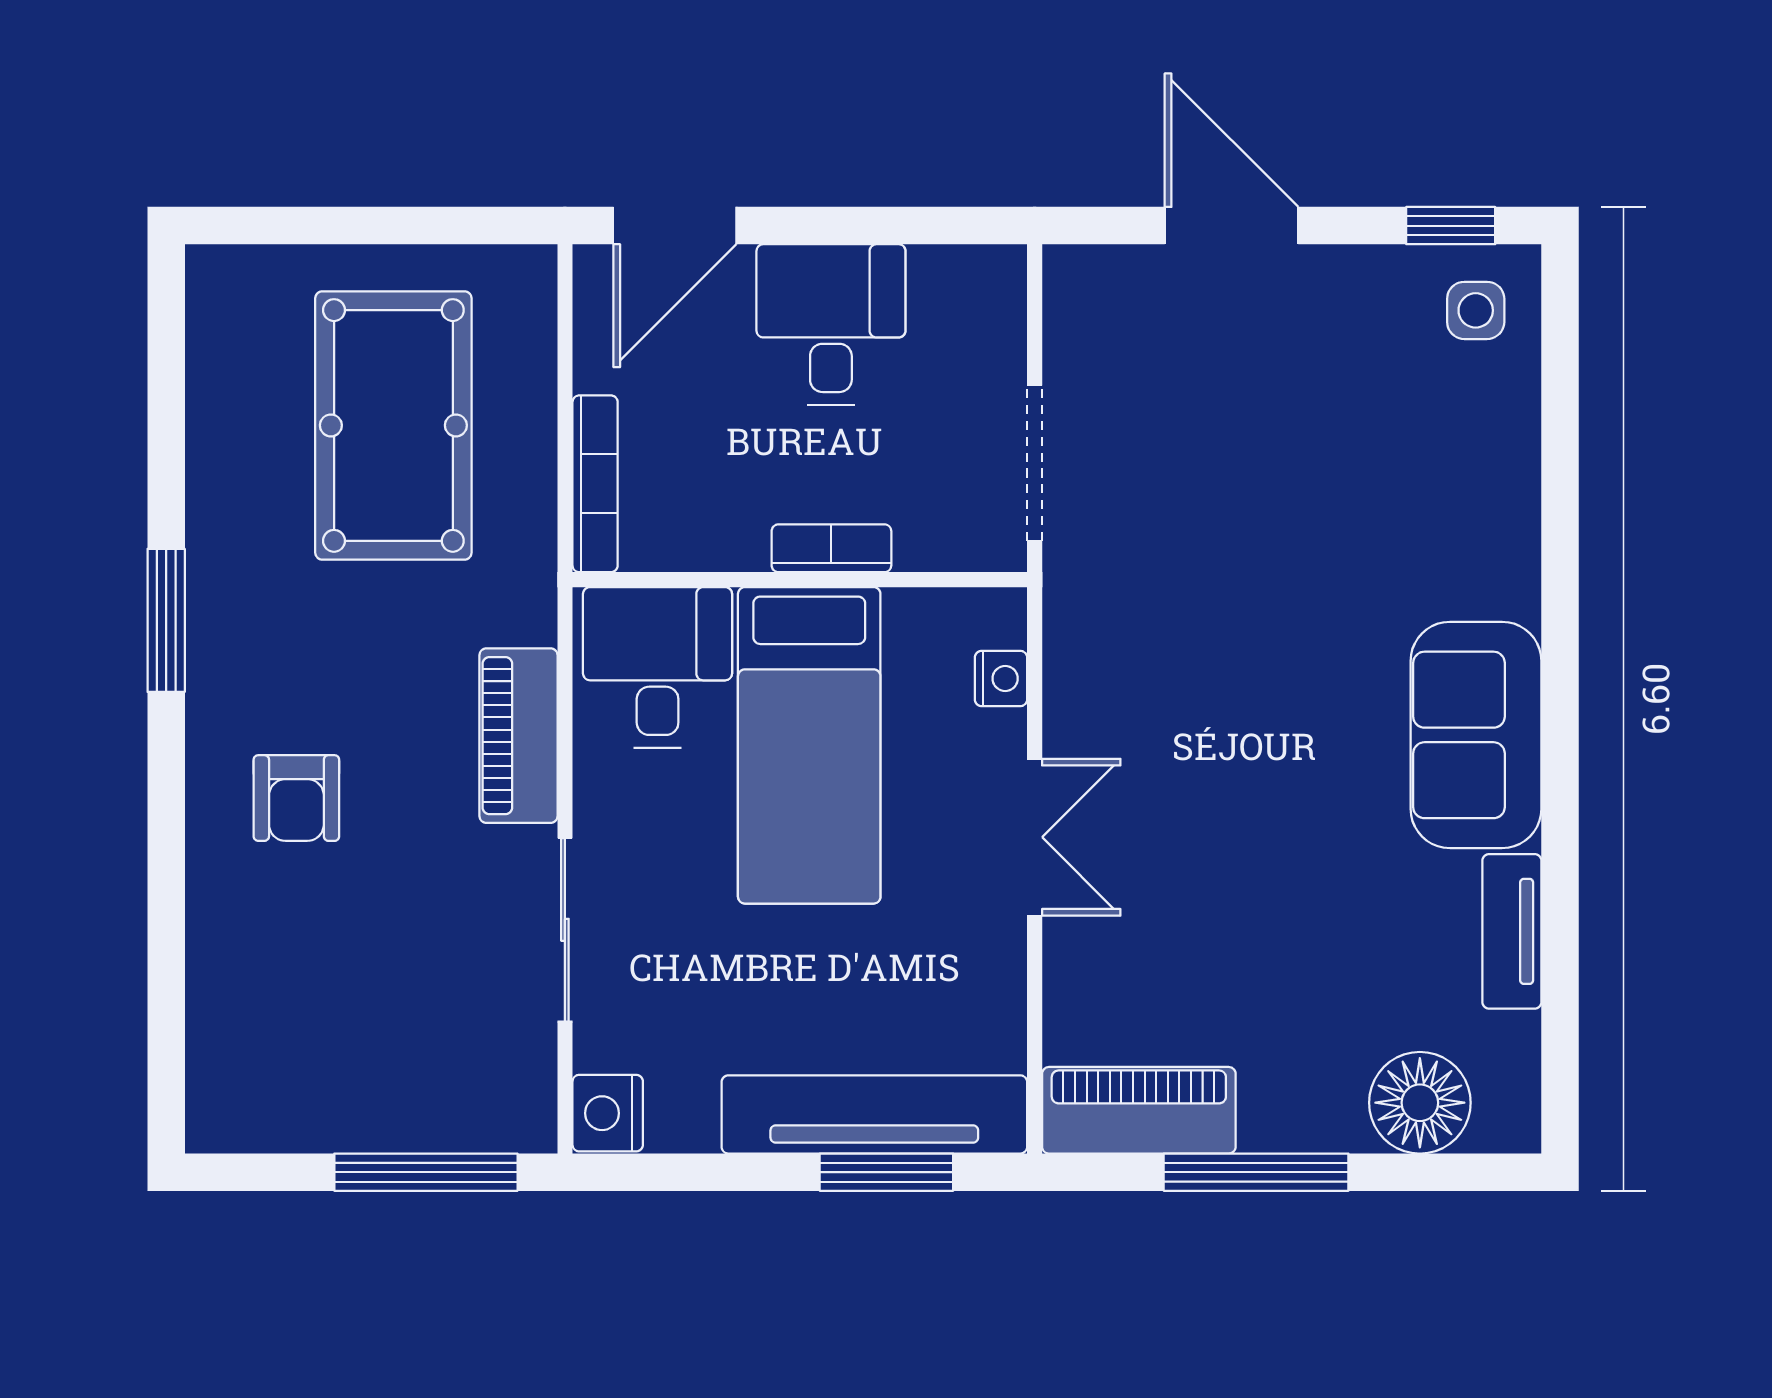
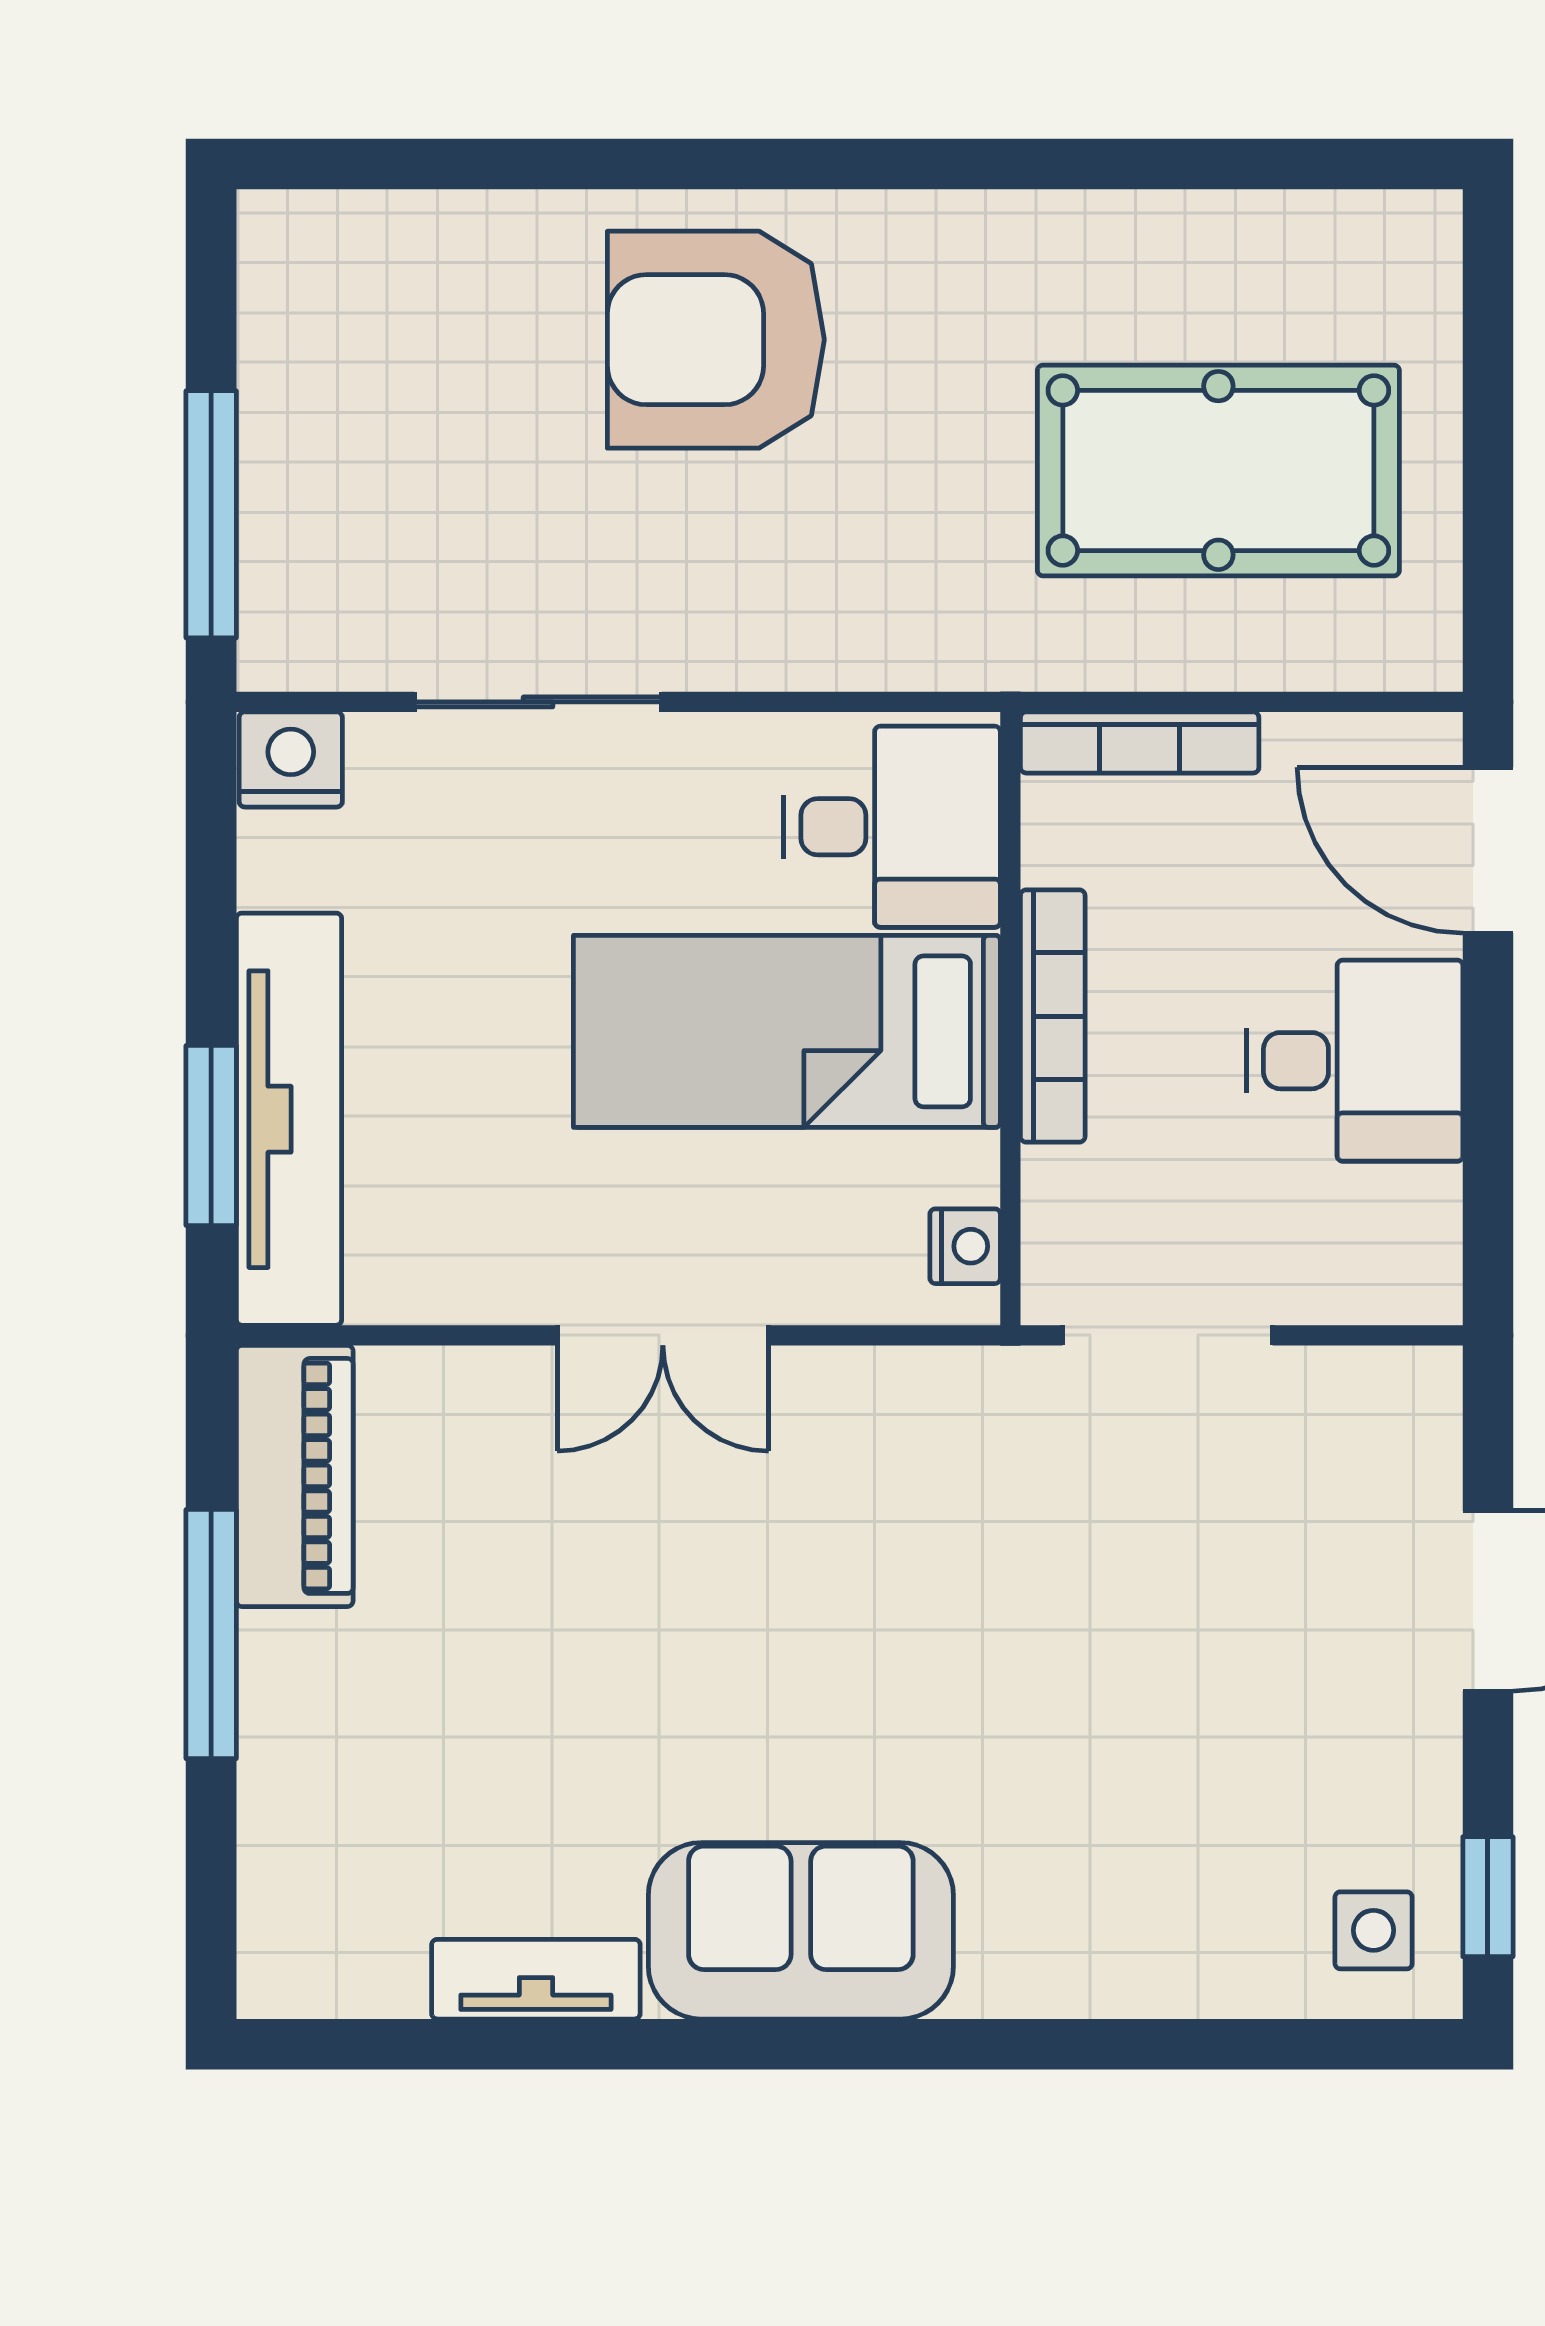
bookcase: (831, 548) -> (1053, 1016), width x1.56
window: (166, 620) -> (955, 164), removed
nightstand: (1001, 678) -> (965, 1246), moved, turned -90
piano: (518, 736) -> (800, 639), removed
armchair: (296, 798) -> (716, 340), width x1.88, depth x1.88
floor lamp: (1420, 1103) -> (305, 1855), removed

